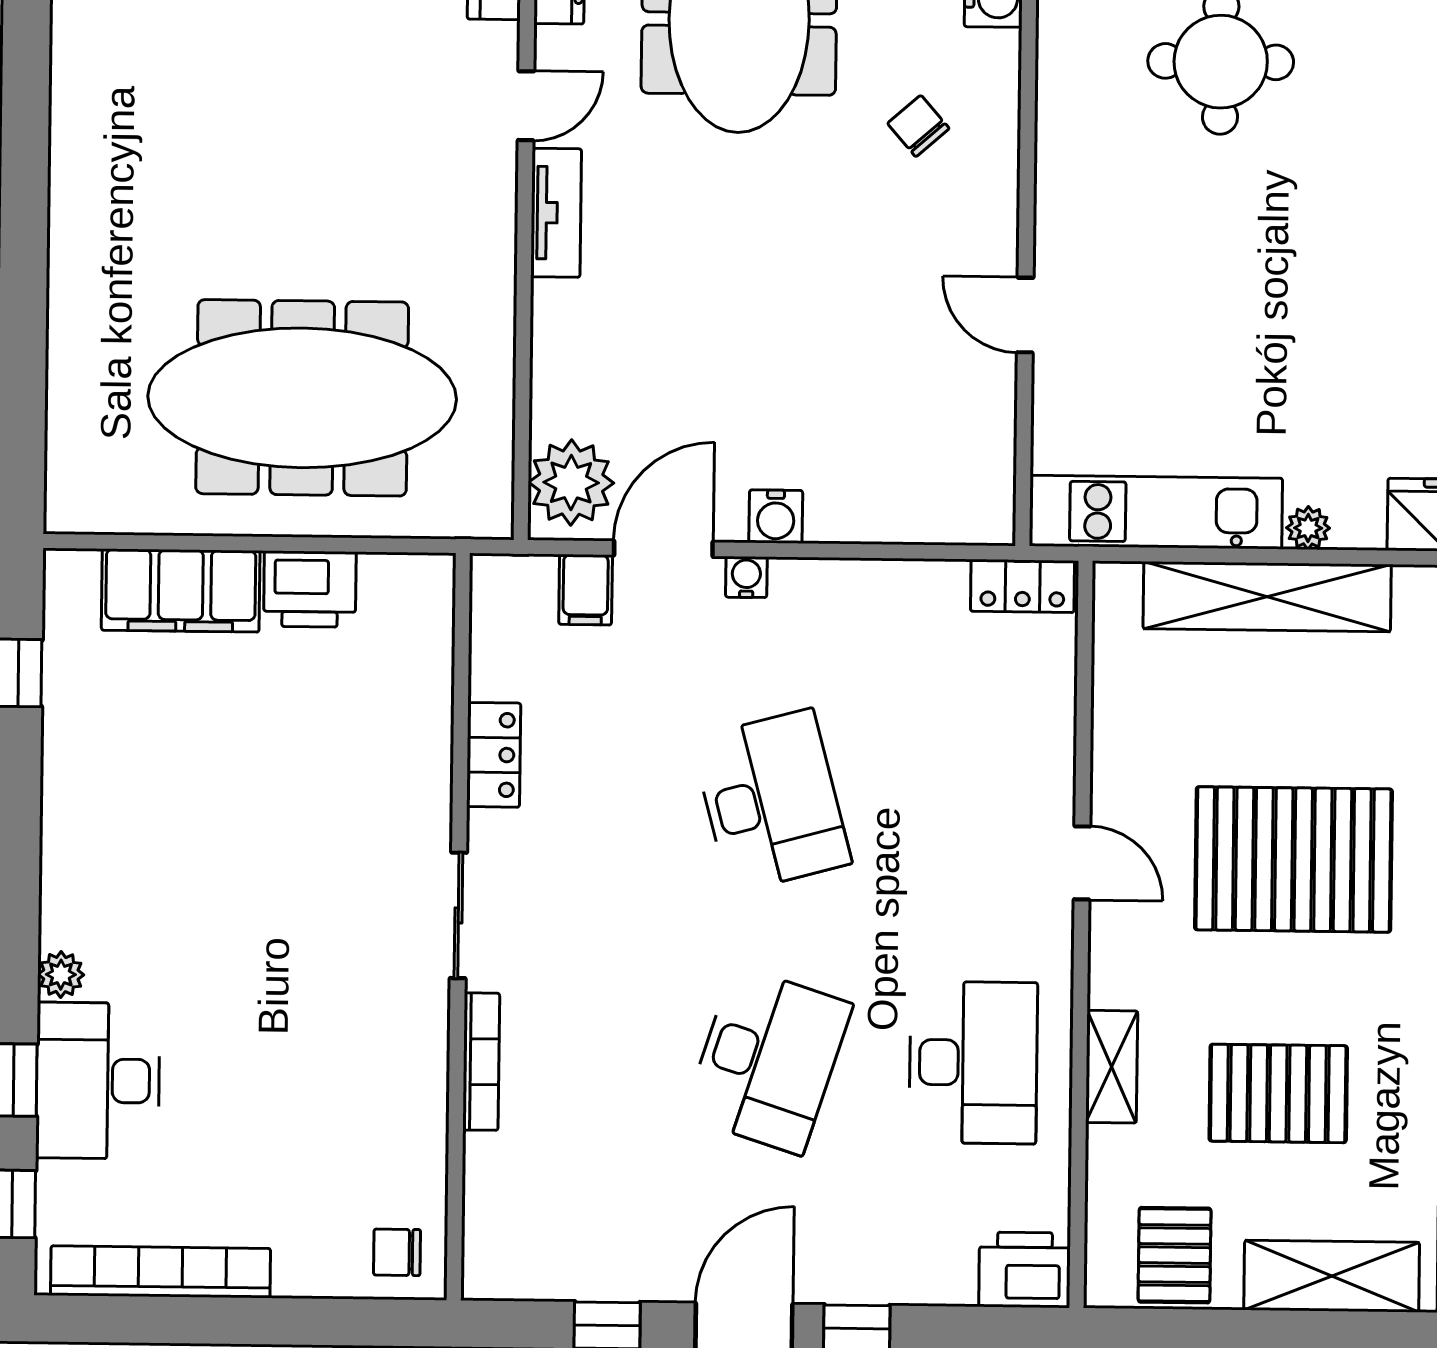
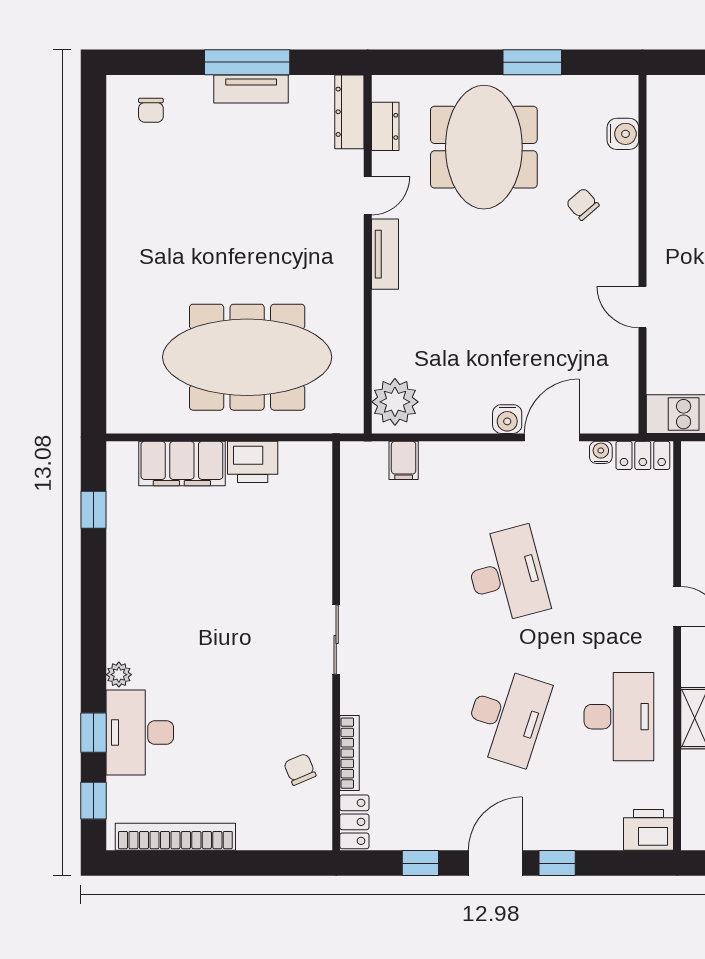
door: (663, 549) -> (552, 437), moved
water cooler: (746, 577) -> (601, 452), moved
locker: (494, 755) -> (354, 822), moved
bookcase: (481, 1062) -> (350, 753), moved
chair: (397, 1252) -> (300, 769), moved, turned 67

